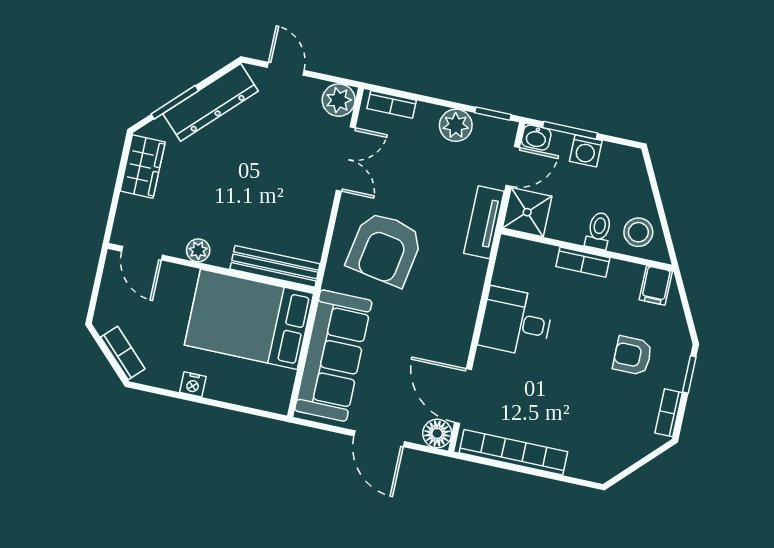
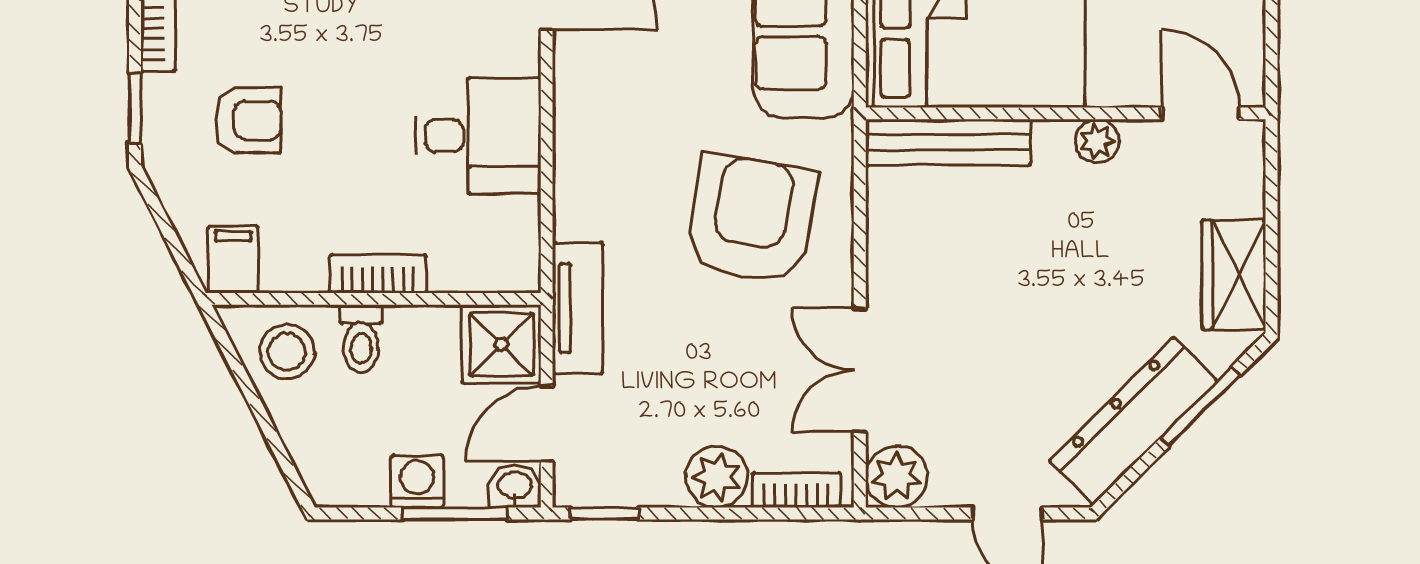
plant: (456, 125) -> (717, 477), moved

